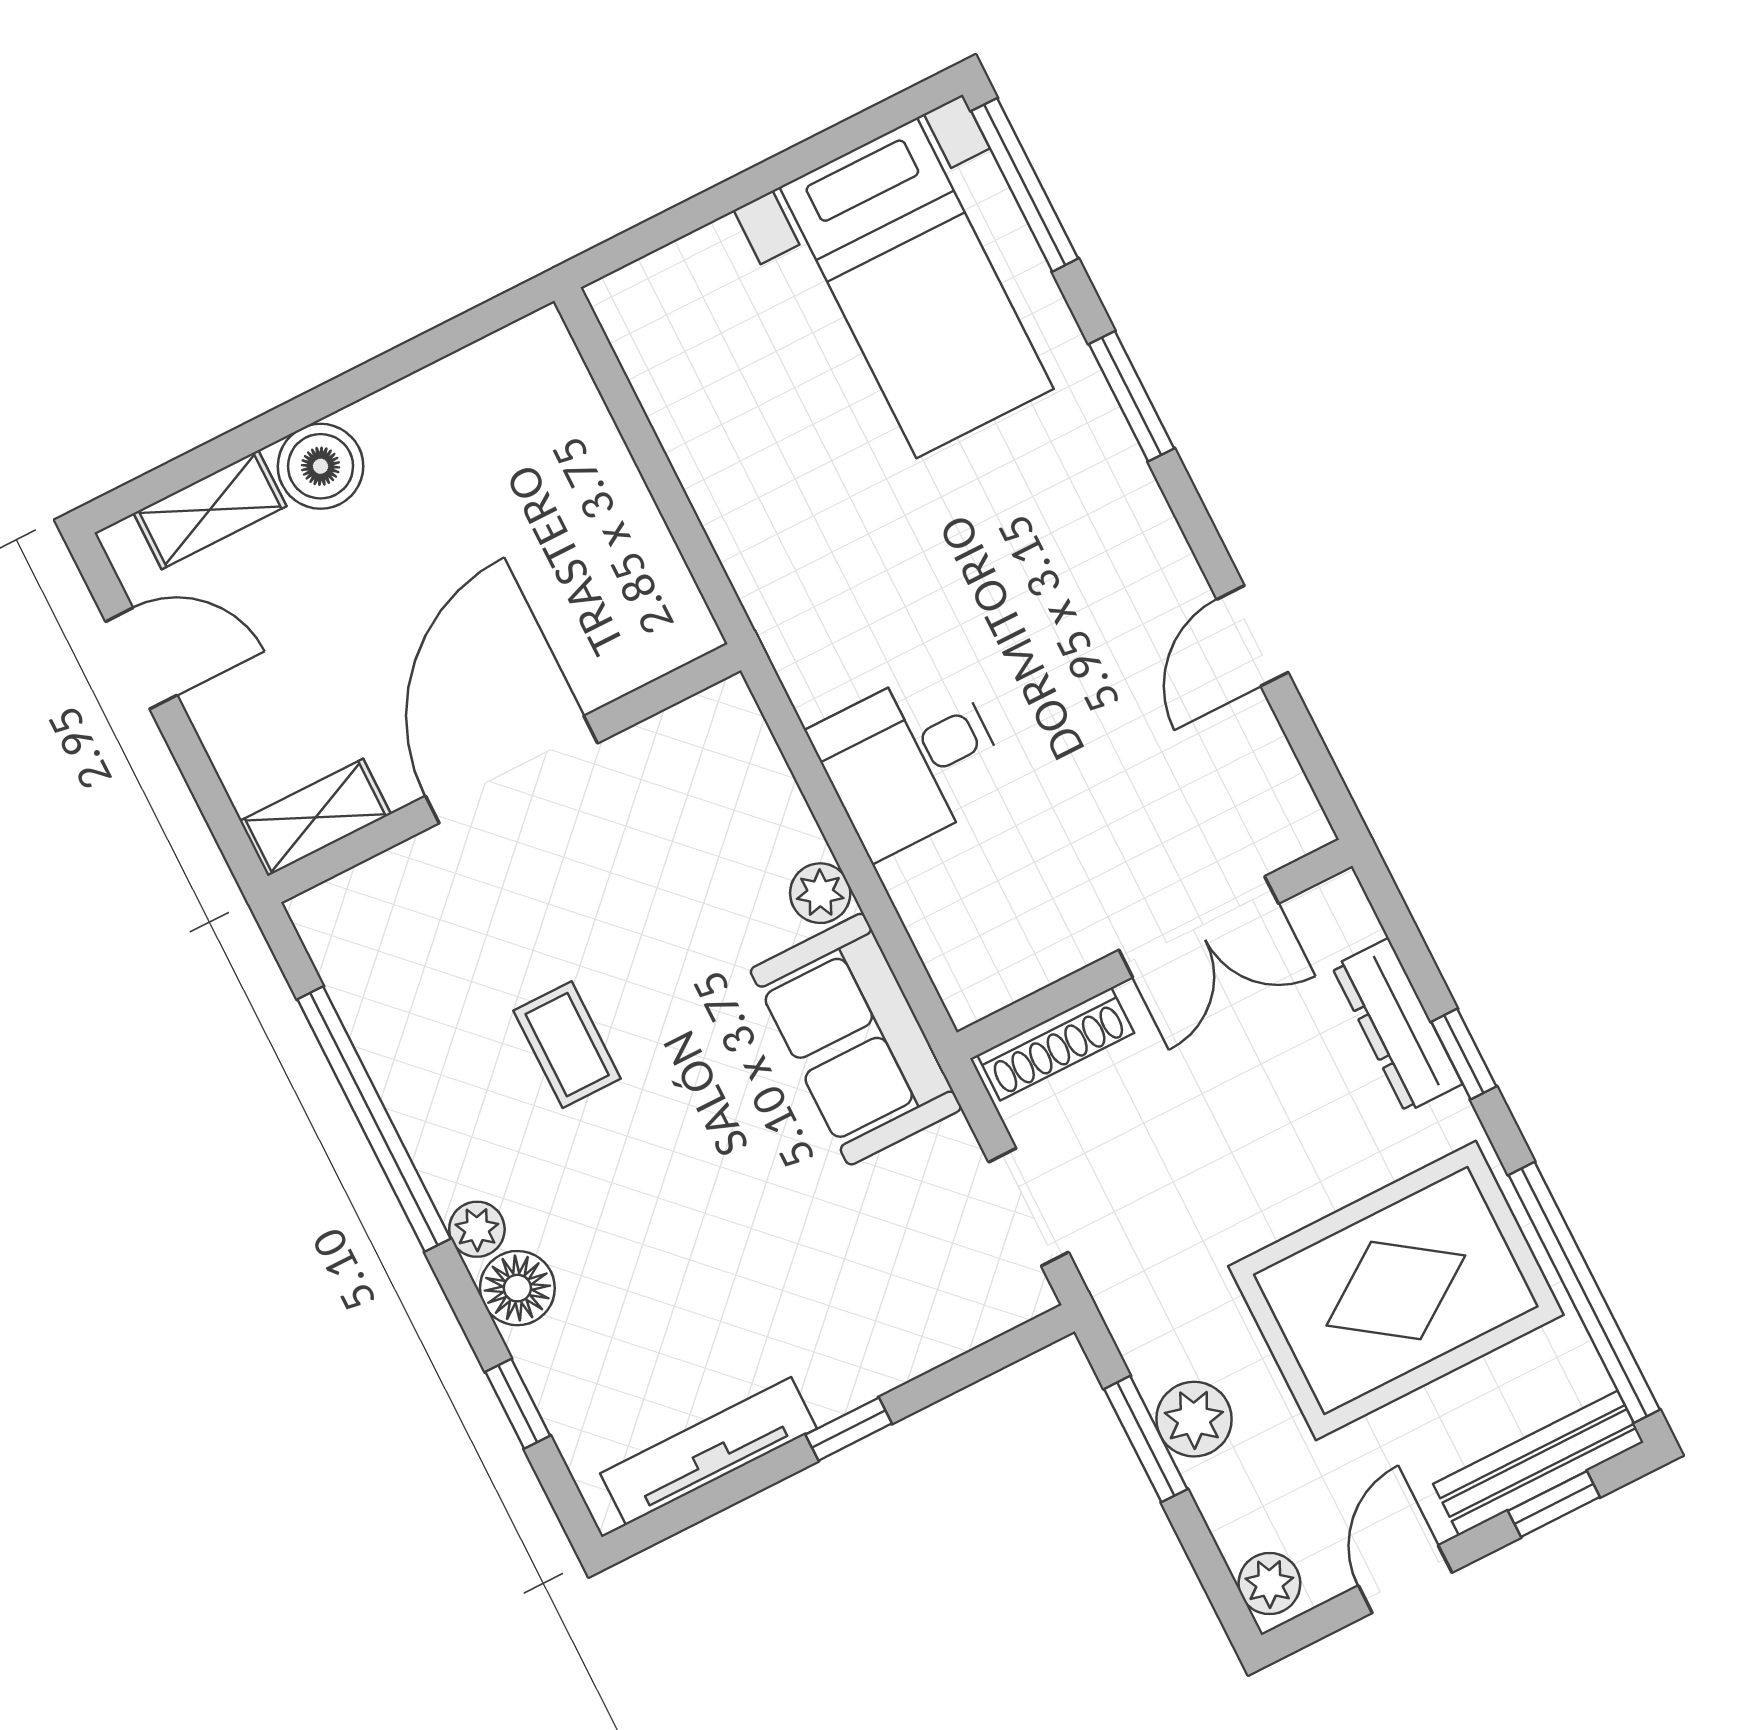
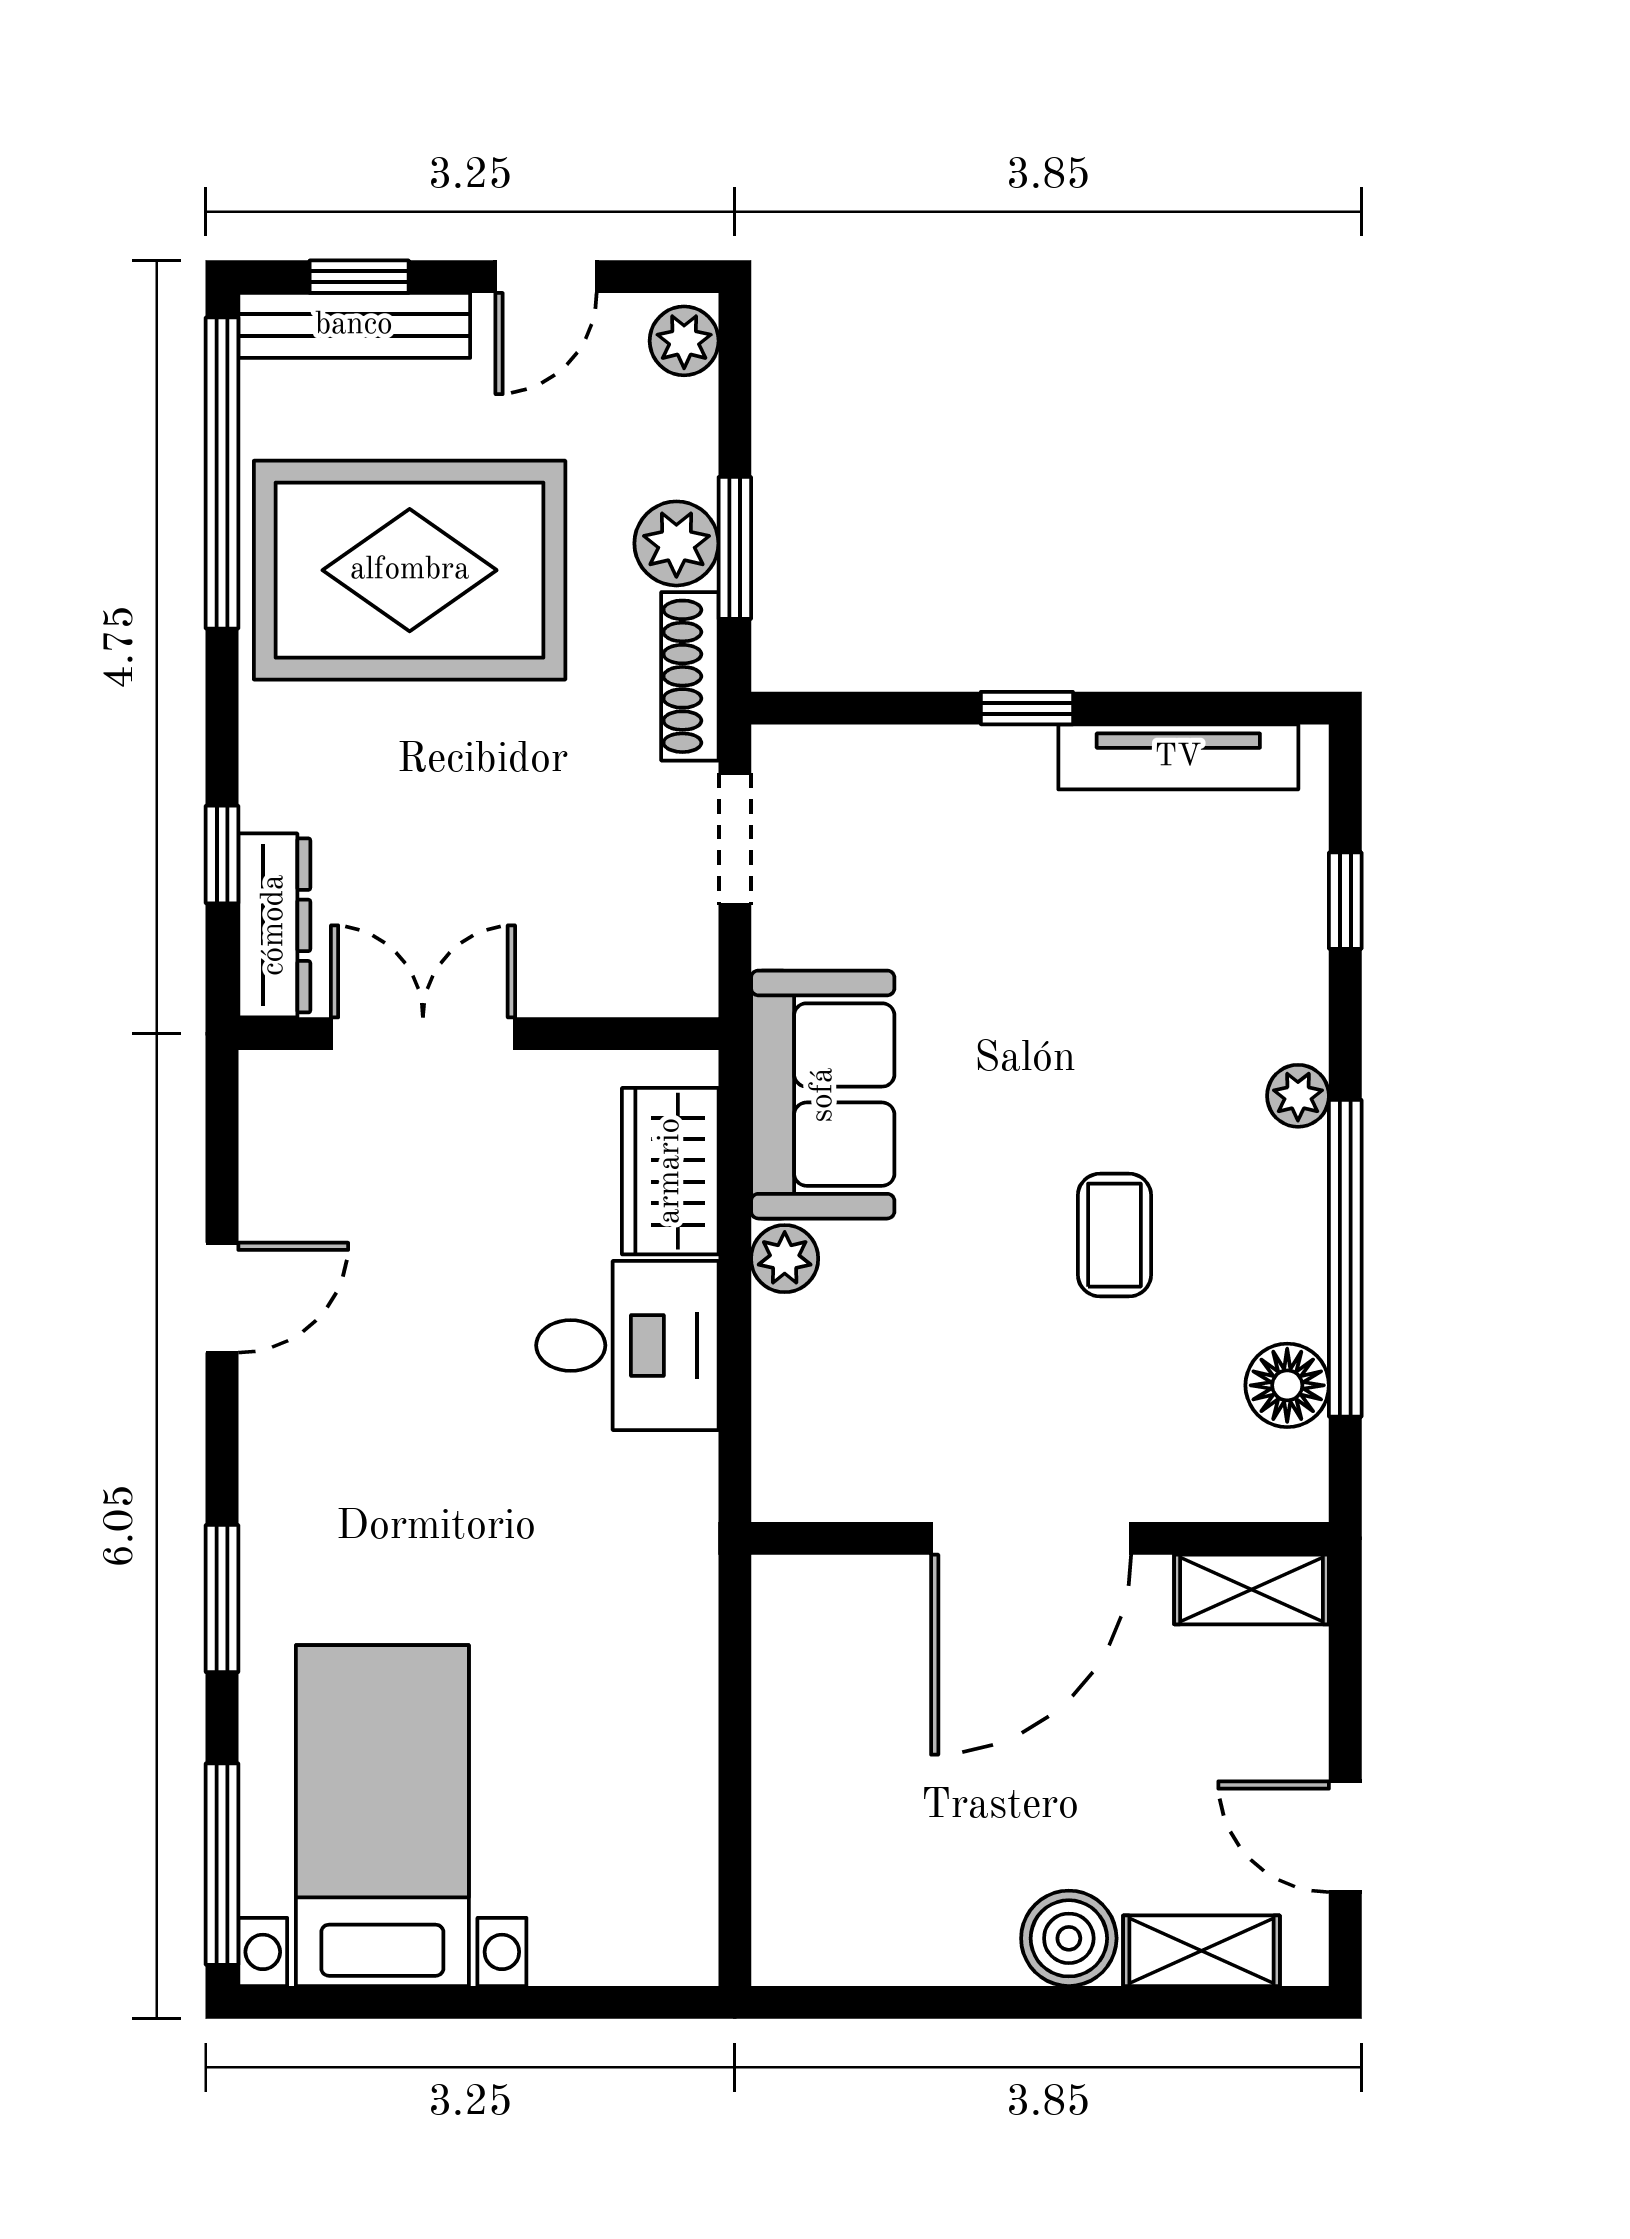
wardrobe: (947, 917) -> (670, 1171), added
dresser: (1397, 1025) -> (274, 925), moved
shoe rack: (1056, 1044) -> (690, 676), moved, turned -90
window: (1464, 1054) -> (222, 854), moved
floor lamp: (517, 1288) -> (1287, 1385), moved

